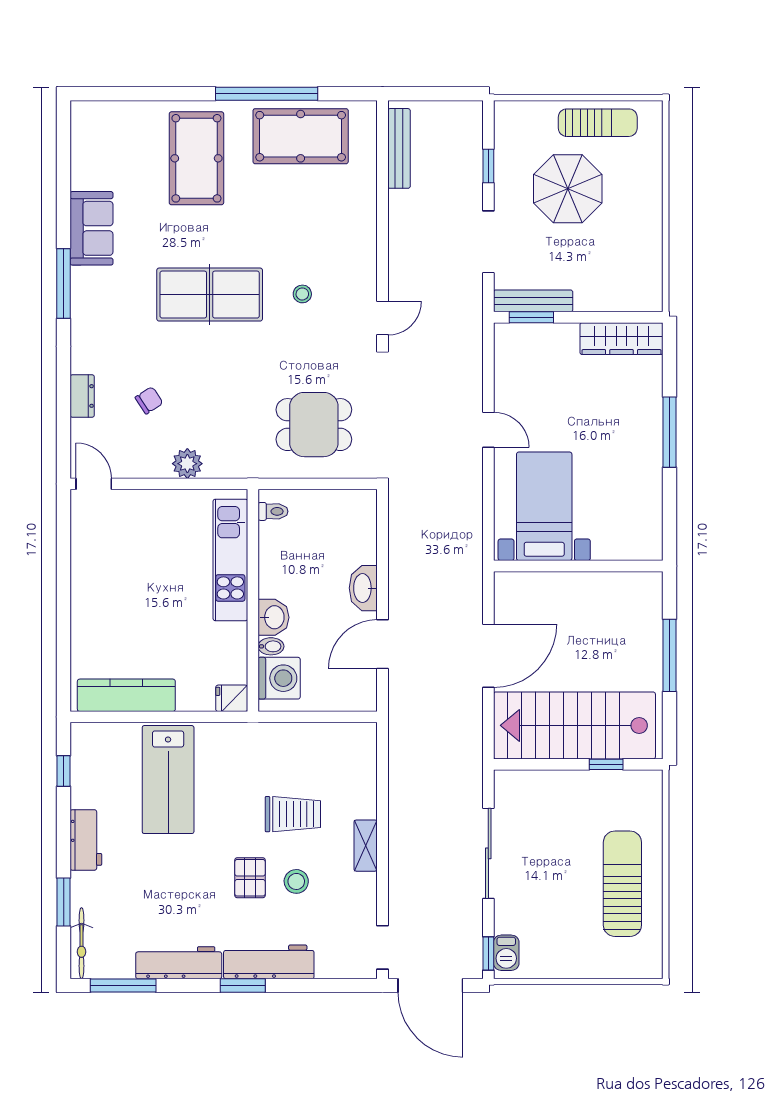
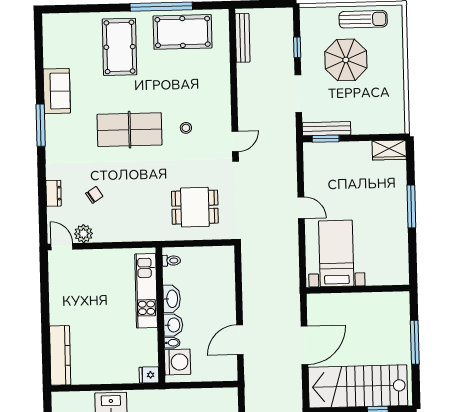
wardrobe: (621, 339) -> (389, 150), width x0.67
plant: (187, 464) -> (84, 234), moved
washbasin: (363, 588) -> (172, 299), moved, turned 180
kitchen counter: (126, 695) -> (60, 355), moved, turned 90

